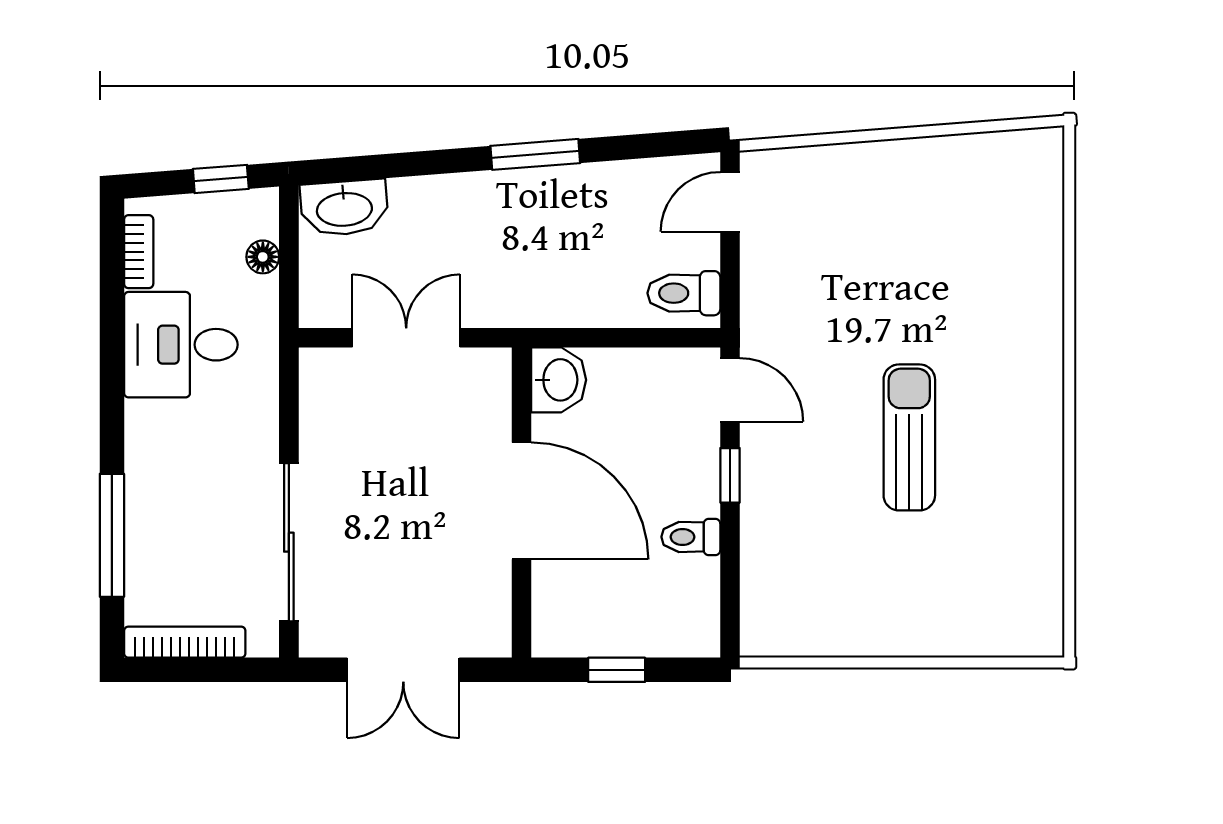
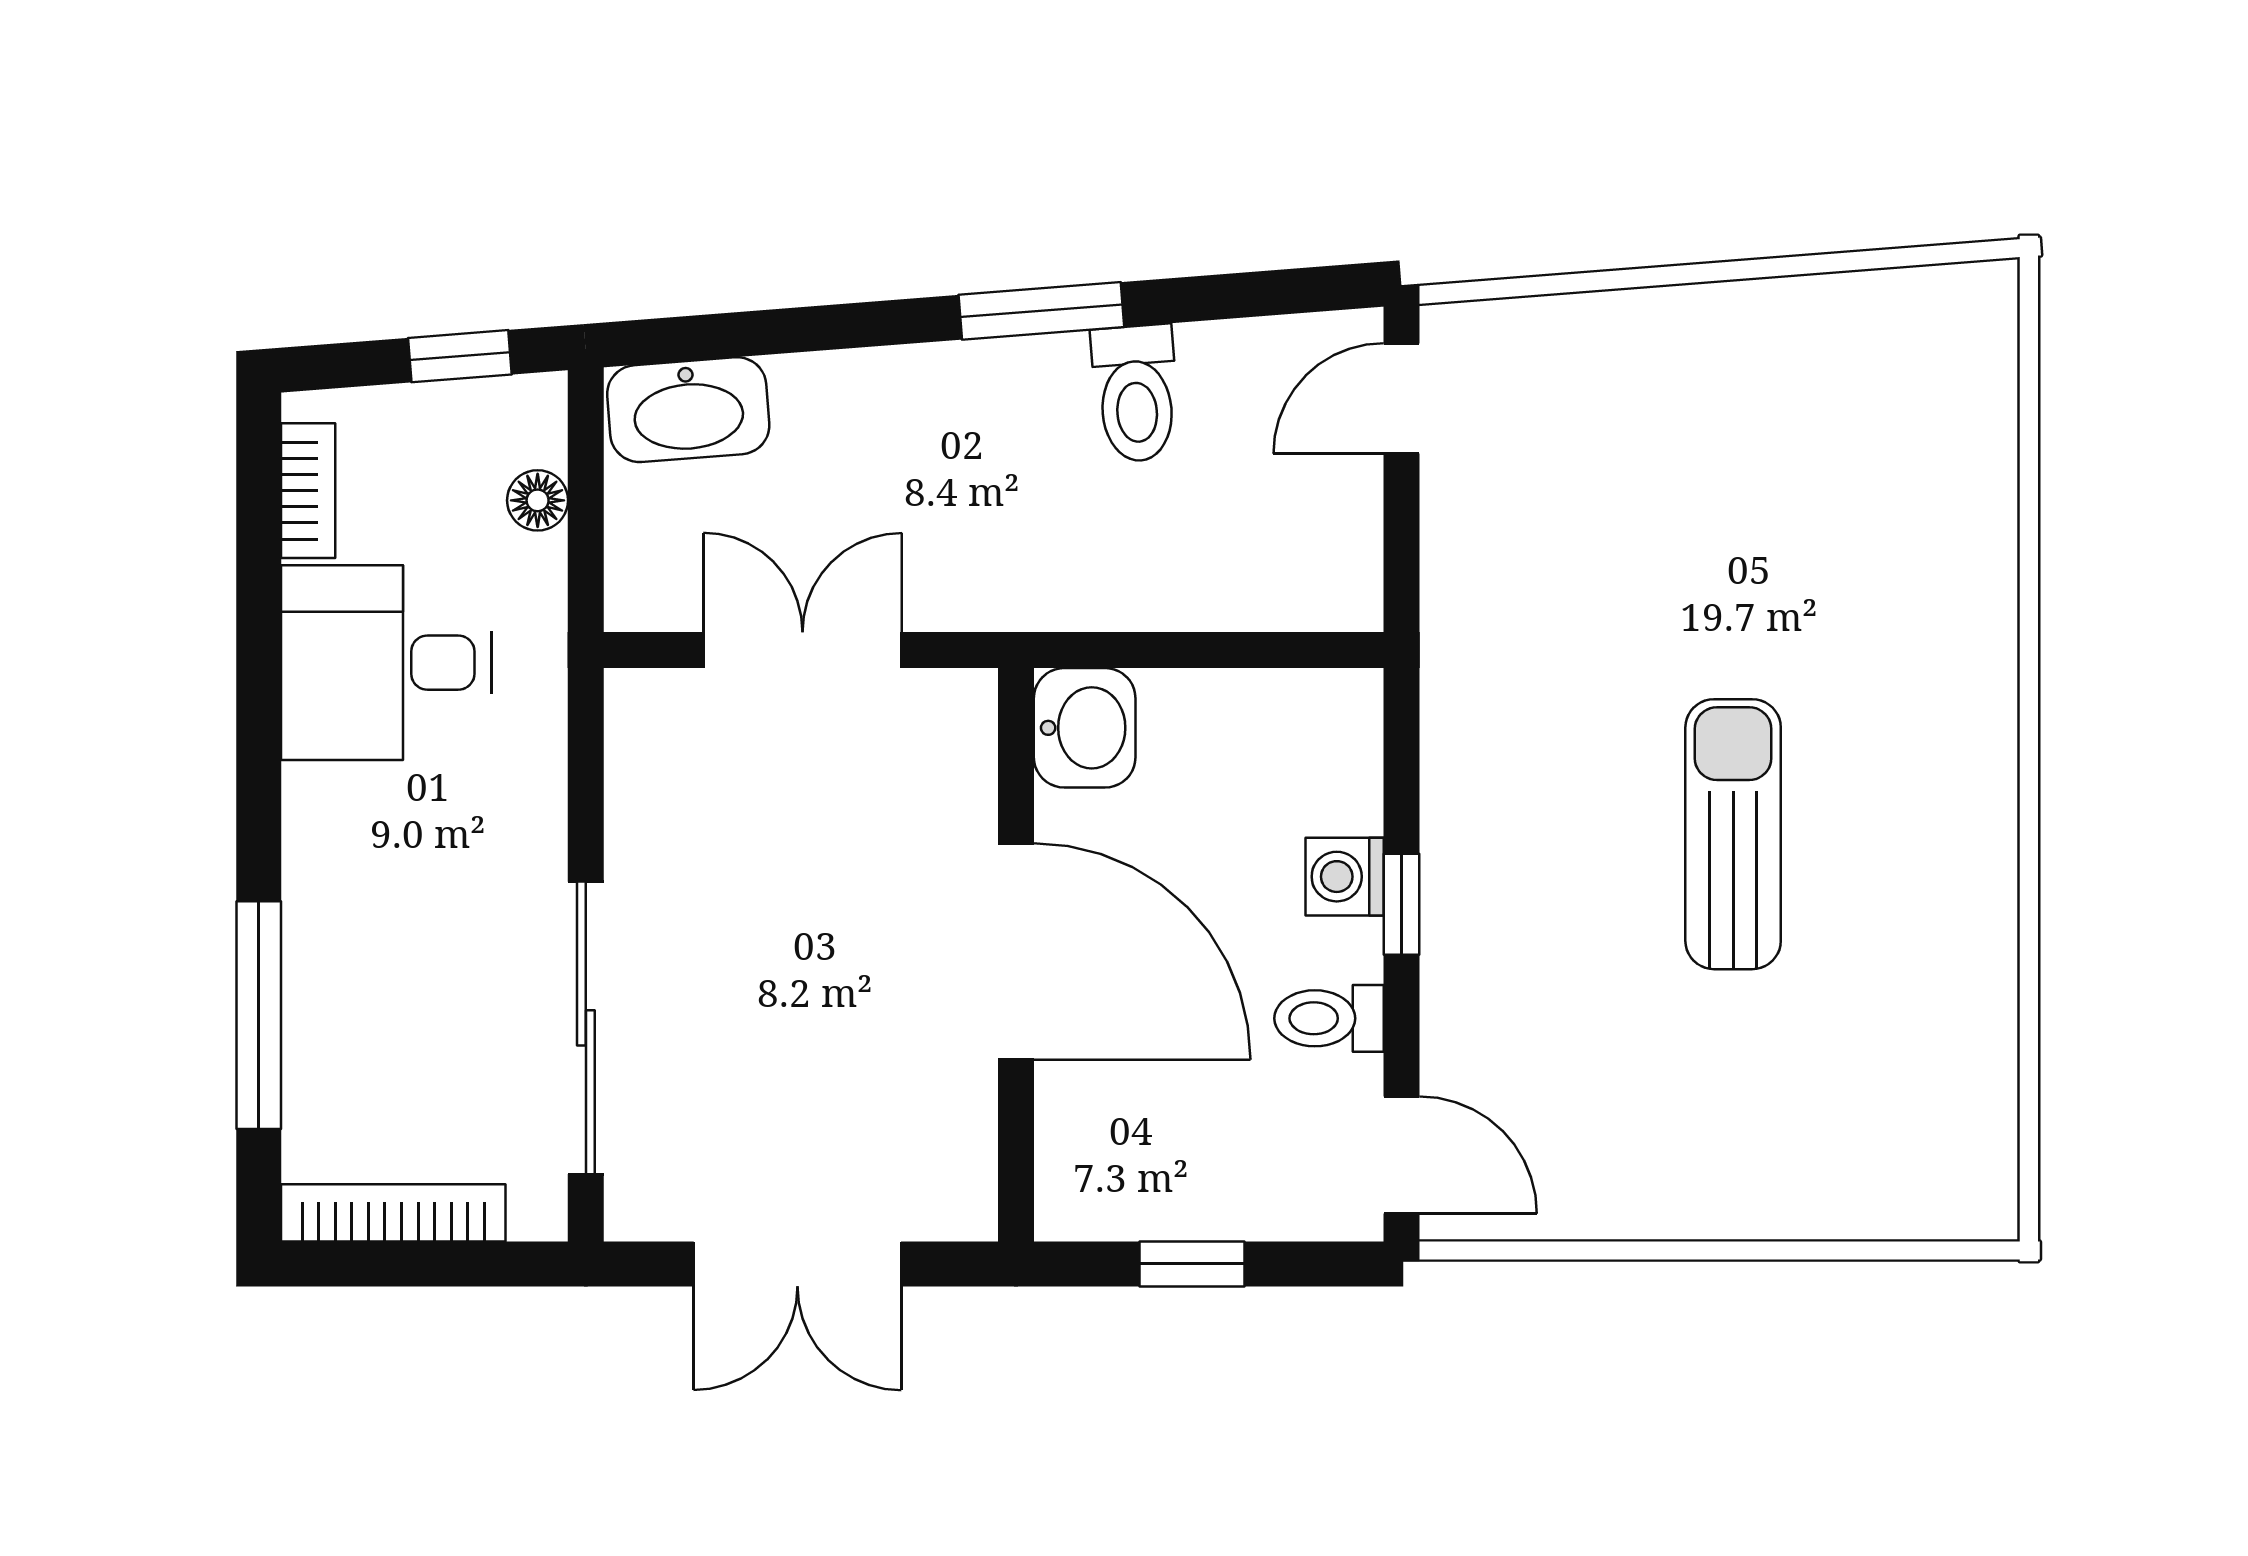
toilet: (684, 293) -> (1136, 393), moved, turned -94
door: (730, 390) -> (1401, 1155), moved
washing machine: (699, 460) -> (1345, 877), added

